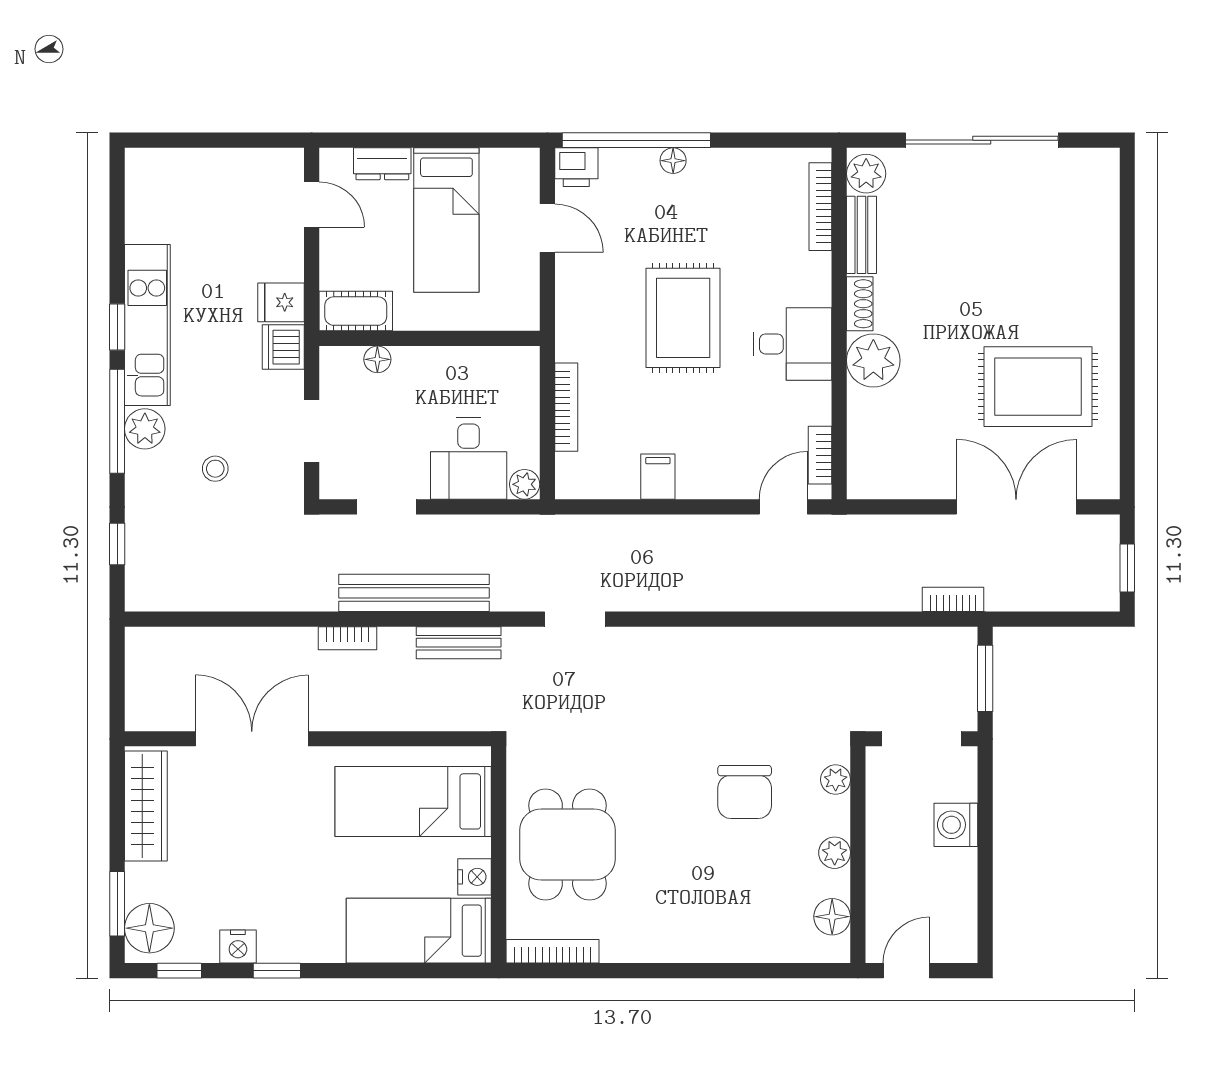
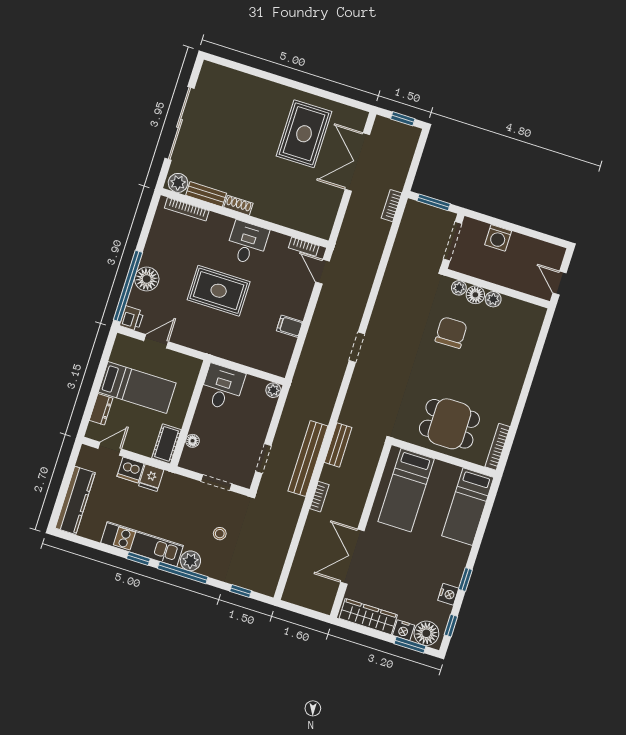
floor lamp: (673, 161) -> (147, 279), width x1.89, depth x1.89
kitchen counter: (191, 170) -> (75, 500), added
dishwasher: (283, 347) -> (130, 470), moved
plant: (873, 360) -> (267, 207), removed
bookcase: (566, 407) -> (243, 359), removed
desk: (469, 458) -> (222, 387), moved, turned -90
doorway: (575, 619) -> (357, 347), moved
chair: (745, 792) -> (451, 333), turned -91
nightstand: (475, 877) -> (404, 630), moved, turned 180
floor lamp: (832, 917) -> (475, 295), moved

